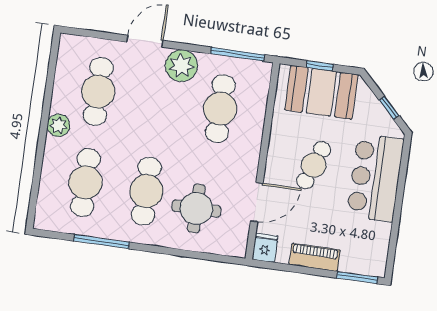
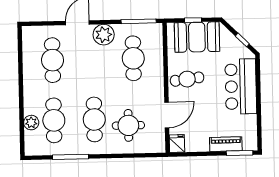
plant: (58, 125) -> (31, 123), moved
cafe table: (314, 165) -> (187, 79), moved, turned 63
piano: (315, 257) -> (226, 144), moved

